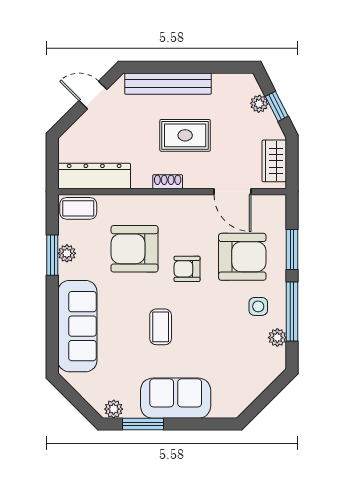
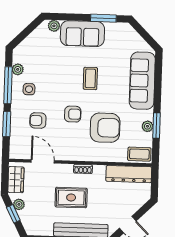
plant: (259, 104) -> (19, 204), moved
armchair: (242, 257) -> (38, 120), width x0.53, depth x0.53
plant: (114, 409) -> (54, 26), moved

